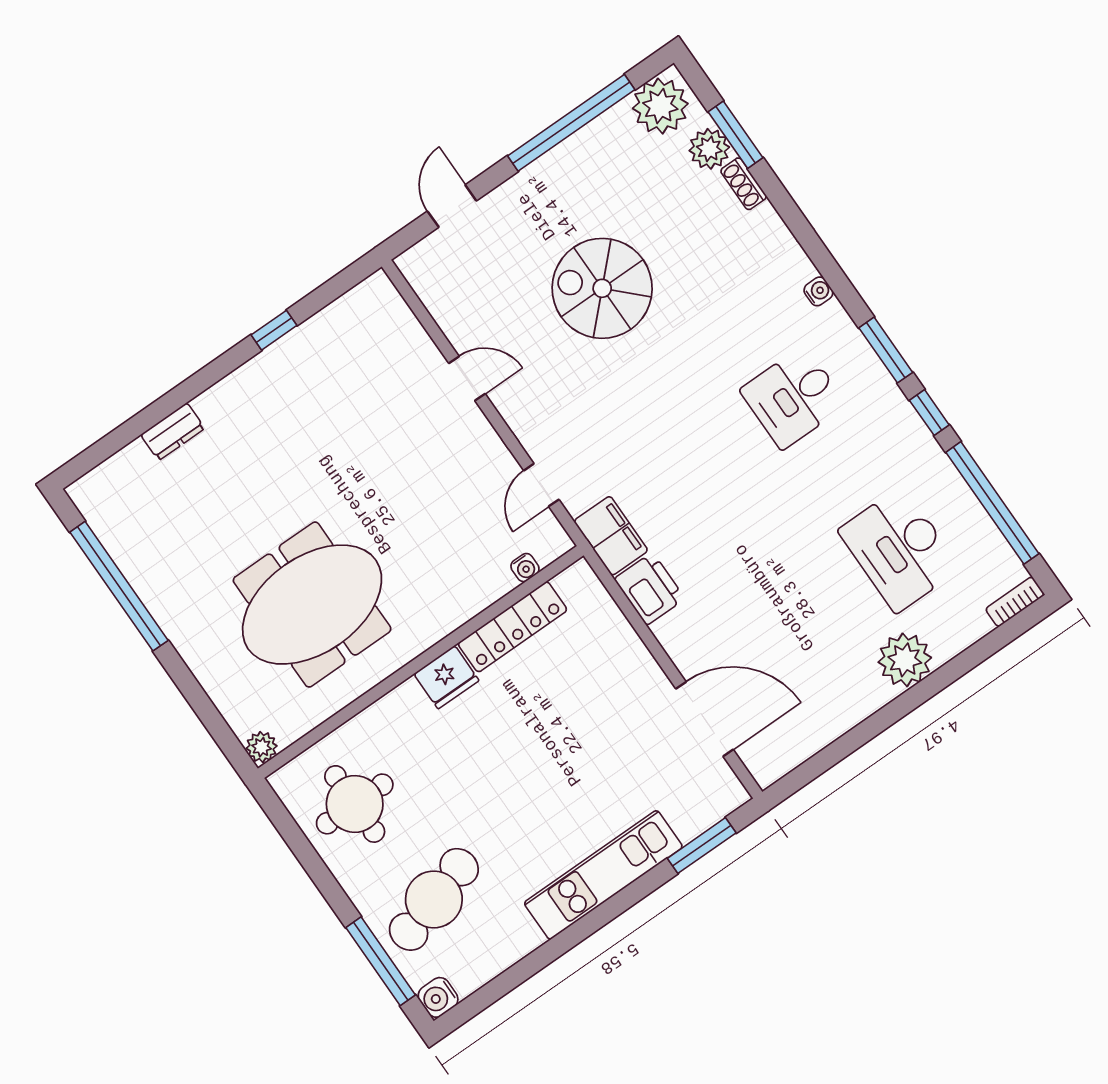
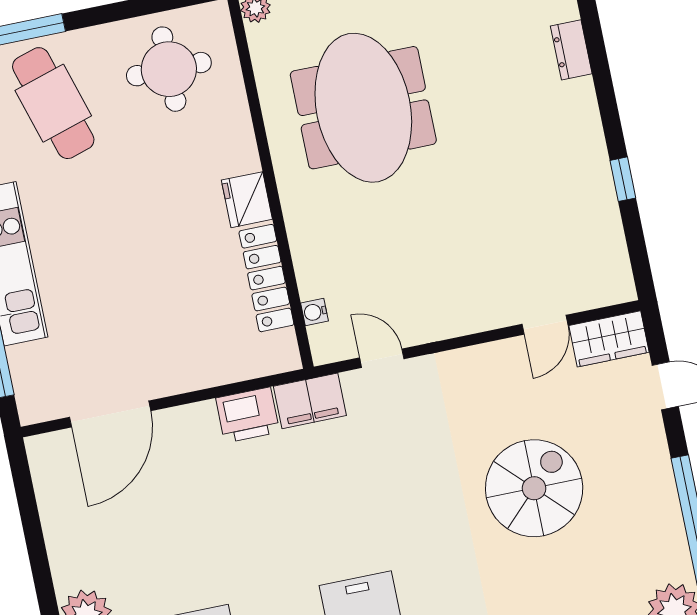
wardrobe: (431, 278) -> (609, 339), added
door: (467, 379) -> (545, 325), moved

